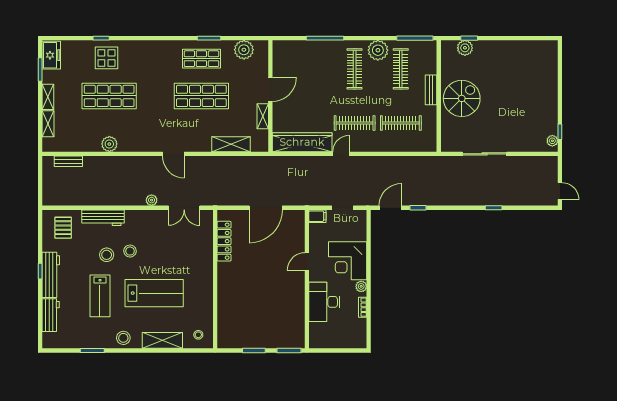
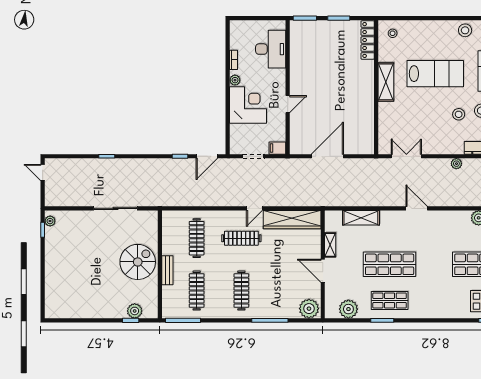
plant: (378, 50) -> (309, 309), moved
door: (270, 89) -> (323, 271), hinge flipped
spiral stairs: (462, 98) -> (138, 262), turned 180
clothes rail: (401, 123) -> (197, 238), turned 90
plant: (152, 200) -> (456, 164), moved
locker: (224, 241) -> (368, 40), moved
lab bench: (154, 293) -> (435, 74), turned 180
desk: (324, 302) -> (271, 49), moved
shelving: (162, 340) -> (386, 82), moved, turned 90

